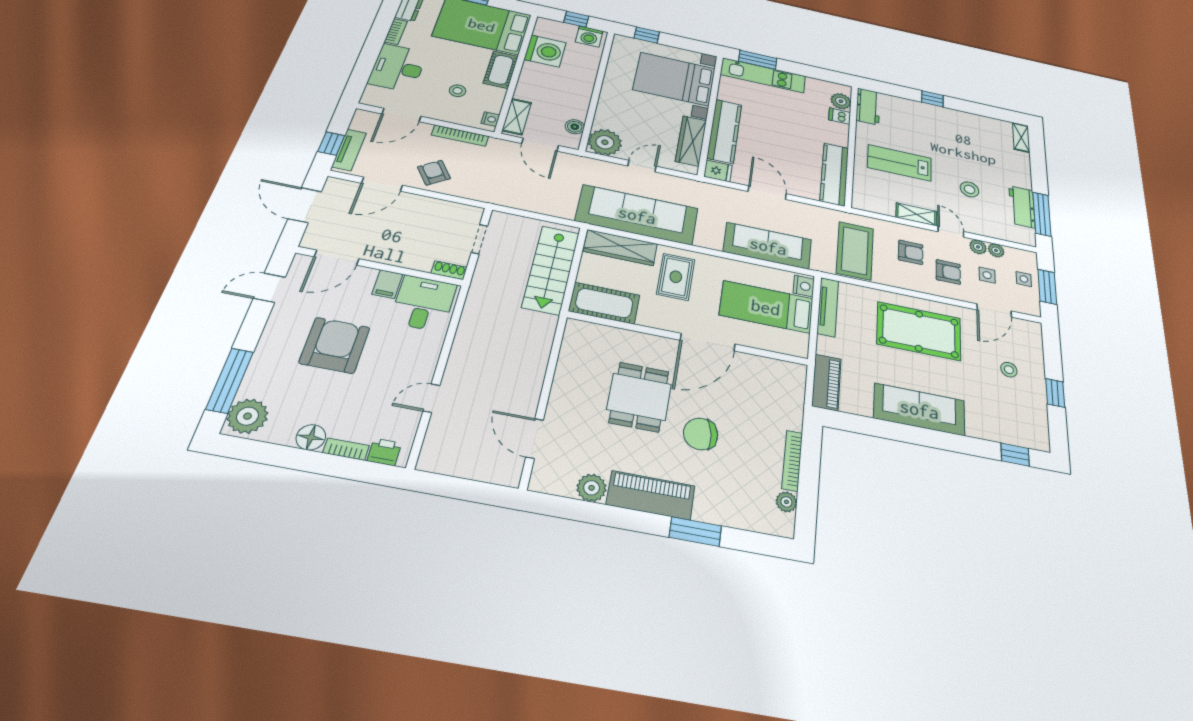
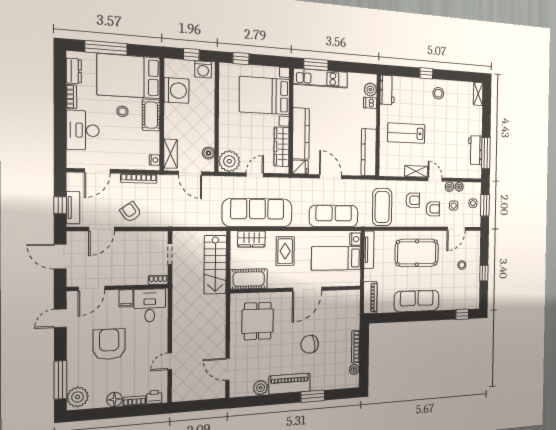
stool: (458, 91) -> (122, 111), moved
stool: (970, 189) -> (438, 93), moved
wardrobe: (620, 248) -> (251, 239), width x0.67
dining table: (639, 397) -> (258, 321), moved

